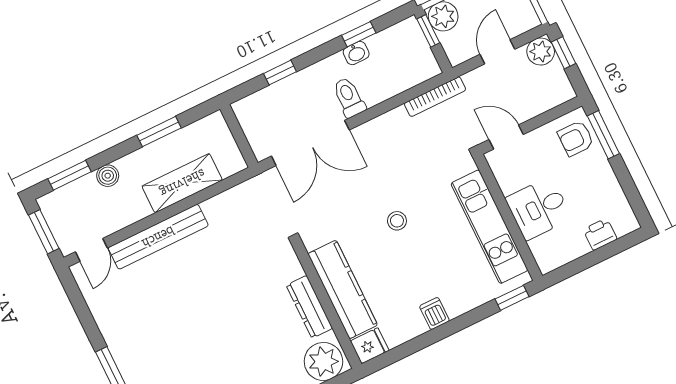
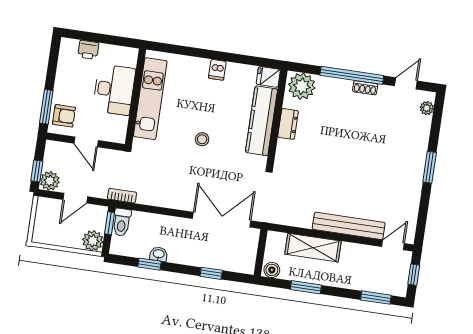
window: (428, 31) -> (110, 223), moved
toilet: (349, 97) -> (122, 222), moved
bookcase: (435, 97) -> (122, 196), width x0.64
door: (506, 137) -> (86, 142), moved
boiler: (108, 176) -> (272, 270), moved
desk: (539, 208) -> (114, 90), width x1.37
window: (44, 232) -> (414, 275), width x0.67
window: (512, 298) -> (165, 48), removed
dresser: (309, 307) -> (288, 124), width x0.70

